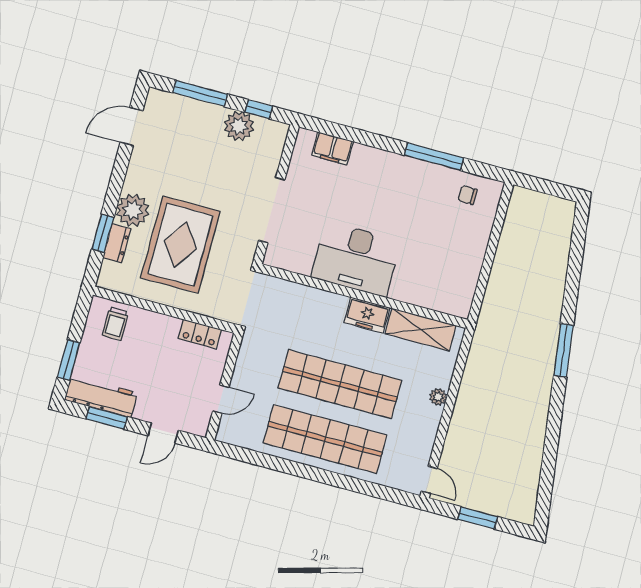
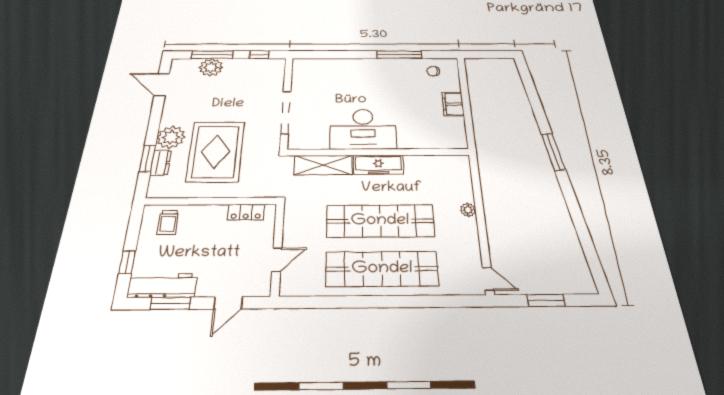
door: (132, 126) -> (162, 85), hinge flipped
plant: (239, 126) -> (211, 67), moved
filing cabinet: (332, 148) -> (453, 104), moved, turned 90
freezer: (367, 315) -> (378, 165), width x1.40
shelving: (421, 330) -> (323, 165), moved
window: (69, 360) -> (127, 262), width x0.67

